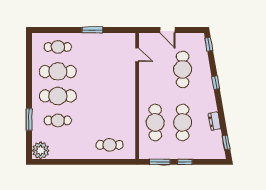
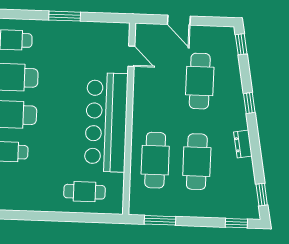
bar counter: (122, 99) -> (106, 122), added
dresser: (214, 121) -> (243, 144), moved
window: (185, 162) -> (236, 223), moved

